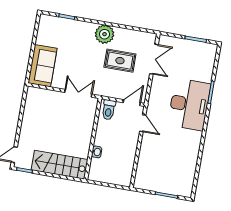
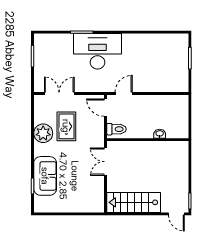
plant: (105, 34) -> (43, 133), moved
sofa: (43, 66) -> (45, 176), moved, turned 90
stairs: (60, 165) -> (134, 202), moved, turned 90

